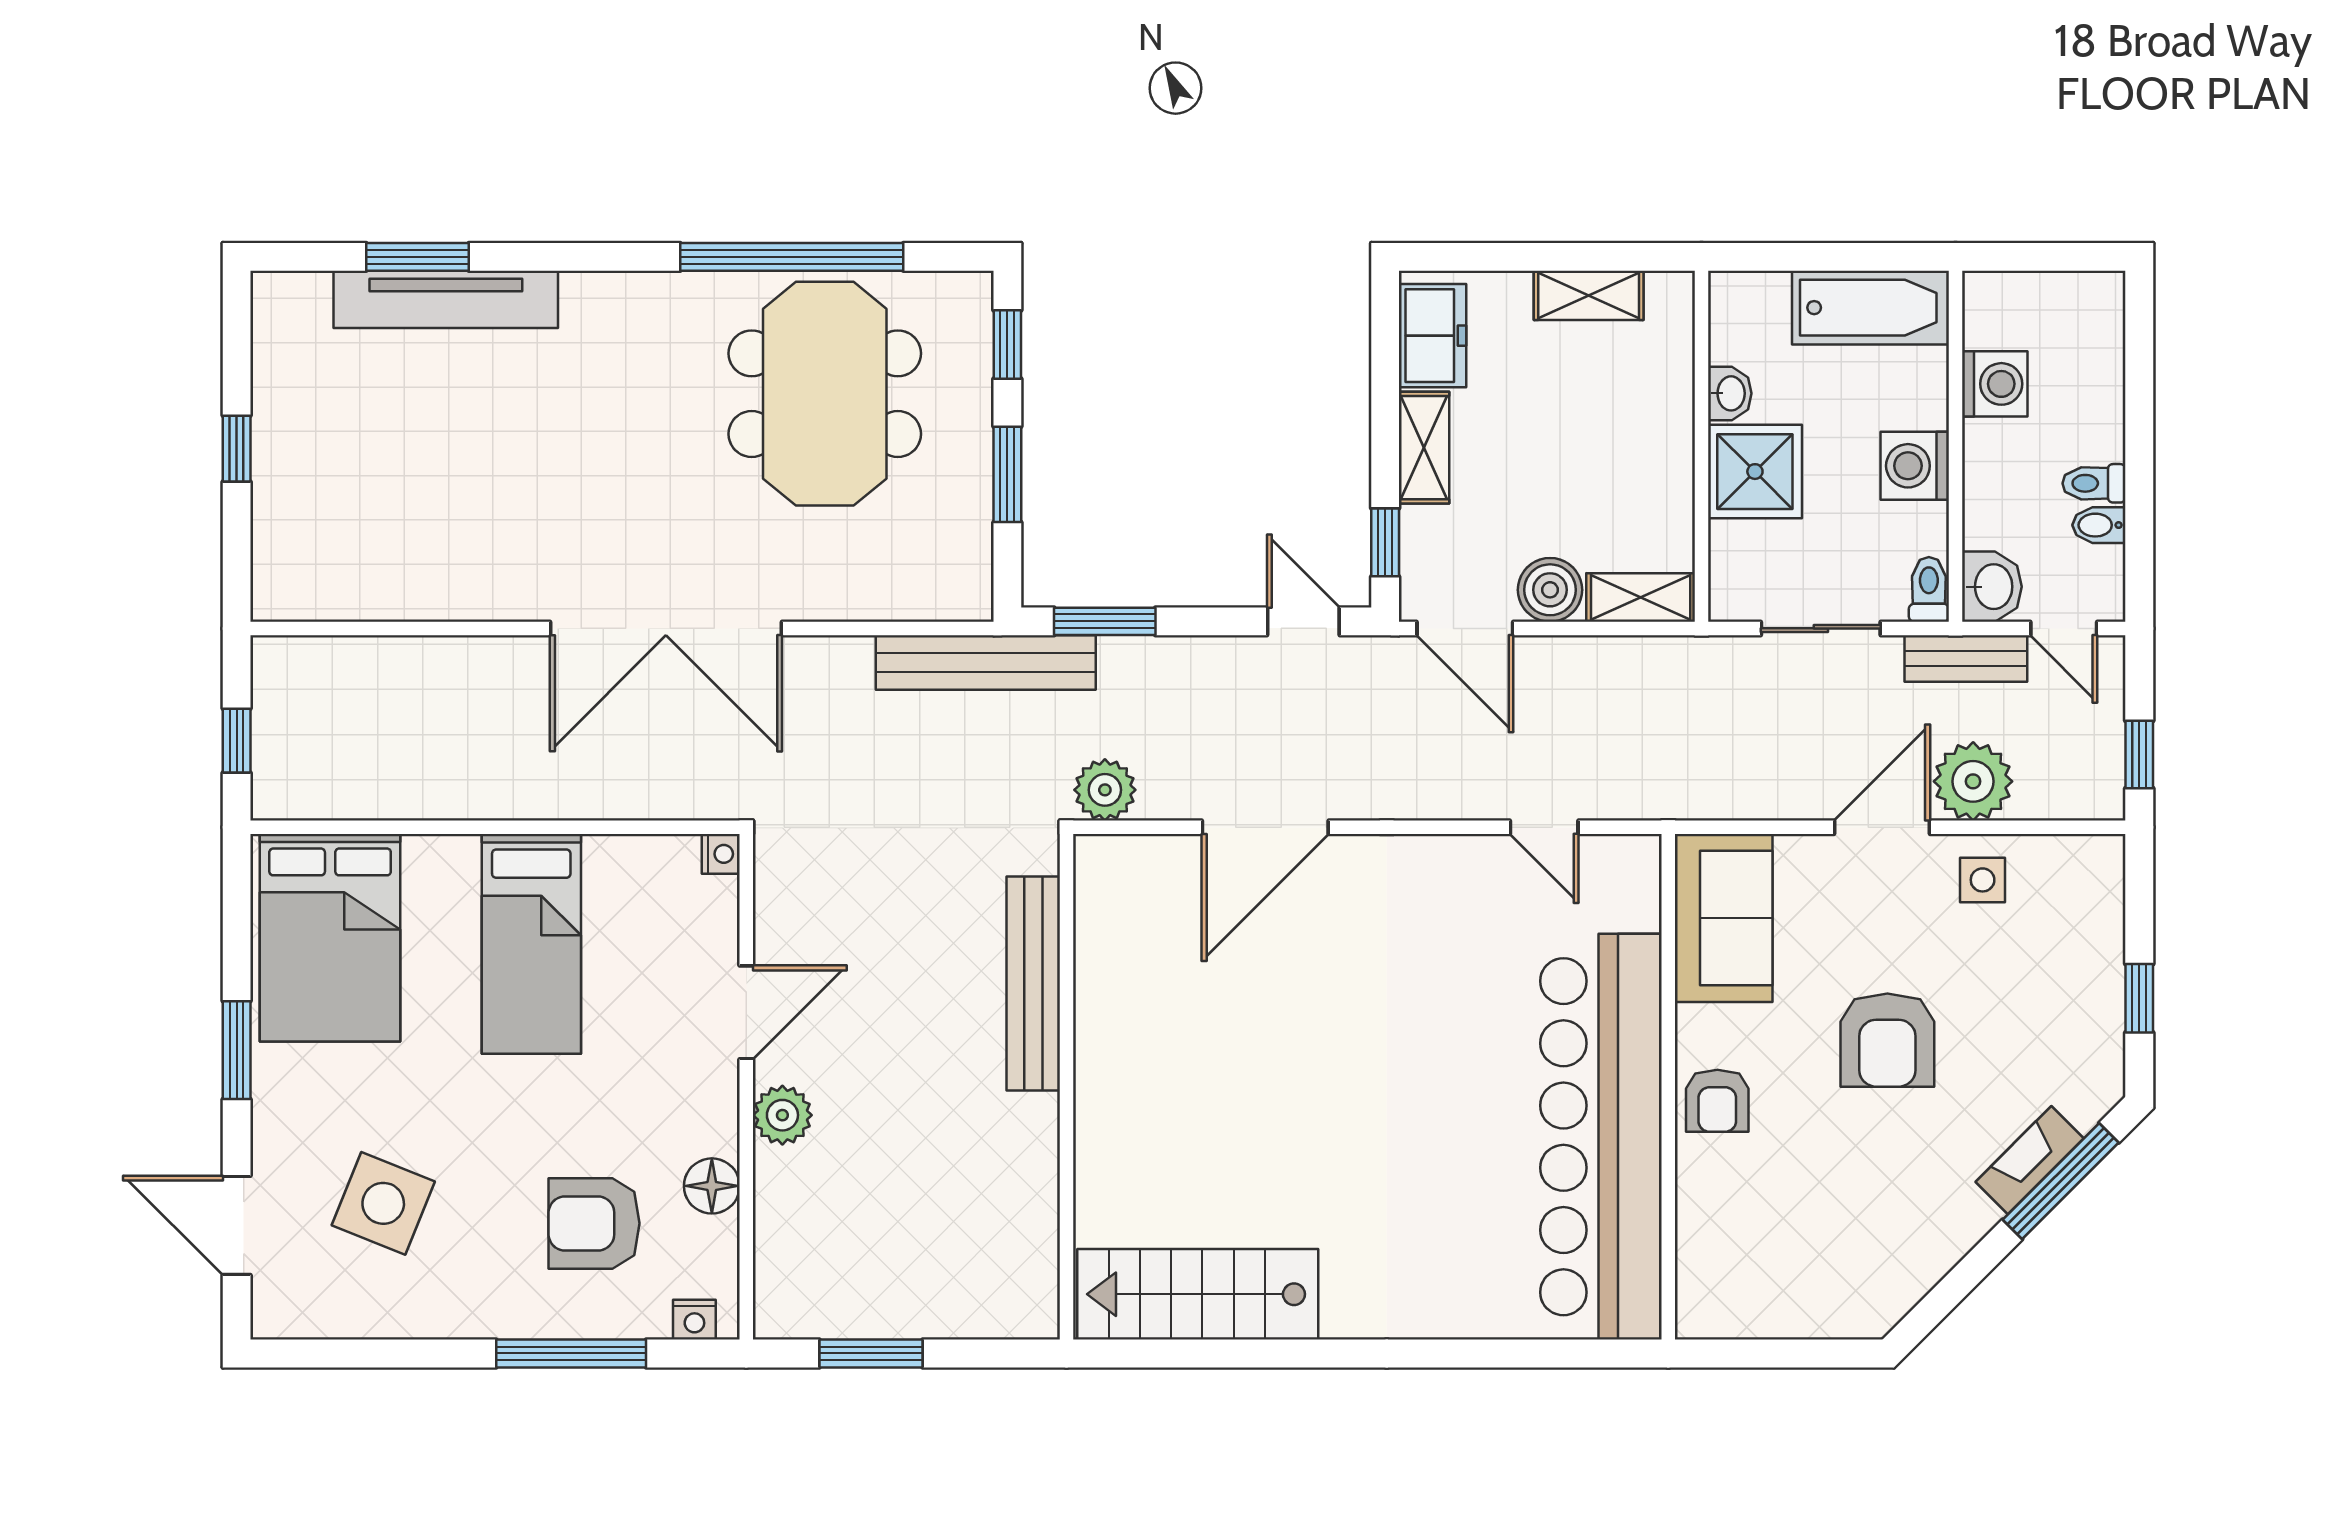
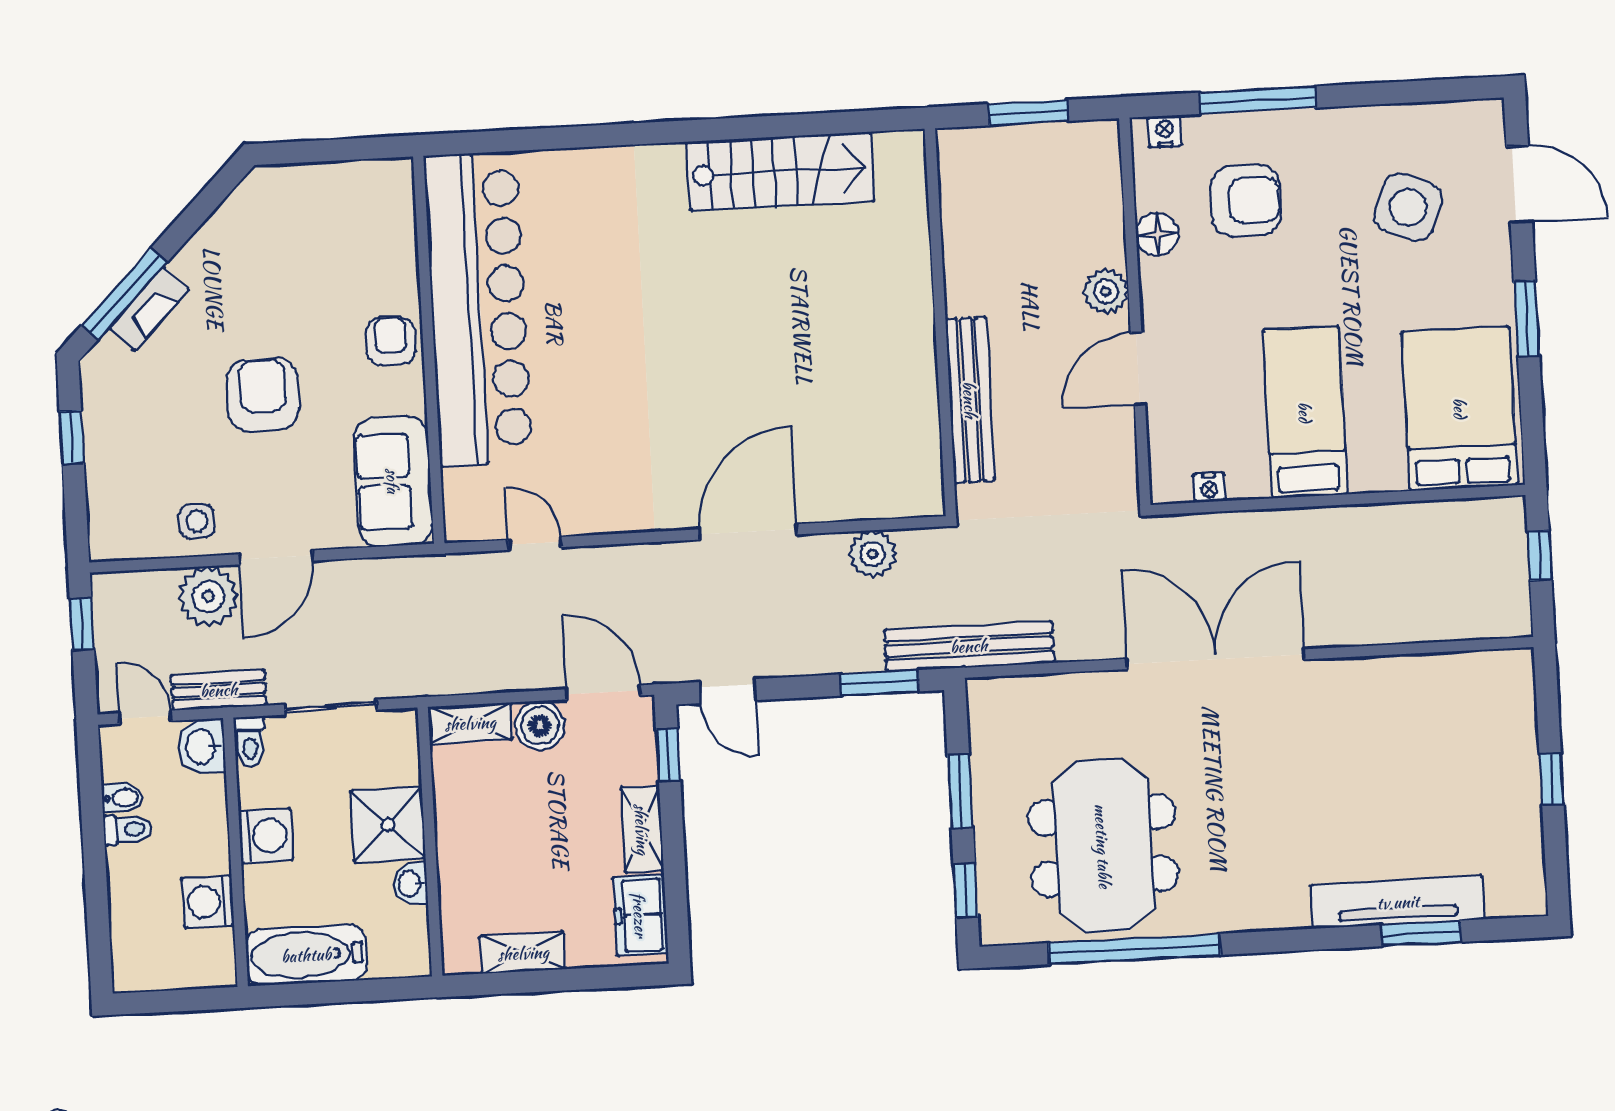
nightstand: (721, 854) -> (1209, 487), moved, turned -90
bench: (1033, 983) -> (970, 400), moved
wall: (1066, 1087) -> (940, 322), moved

